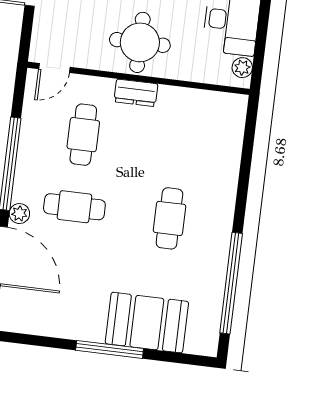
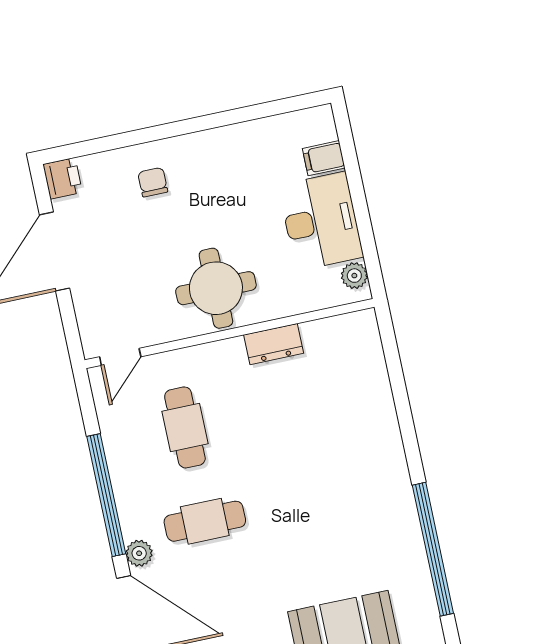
dresser: (136, 93) -> (274, 344), moved
cafe table: (169, 218) -> (328, 495), removed

